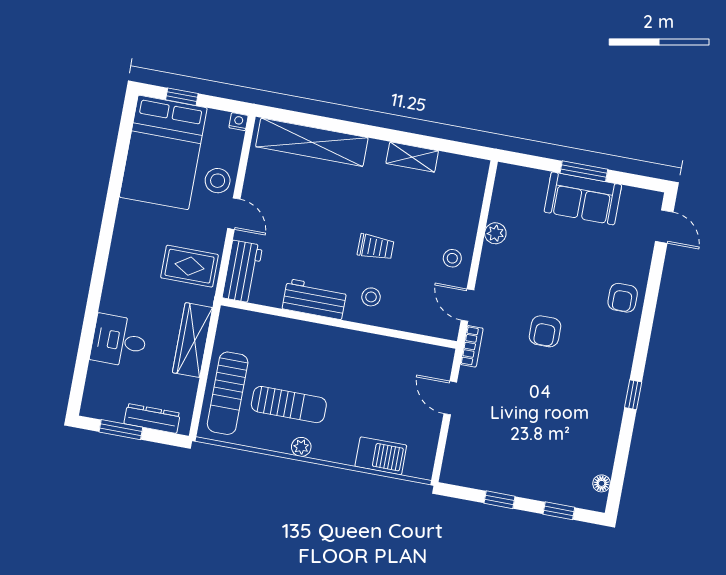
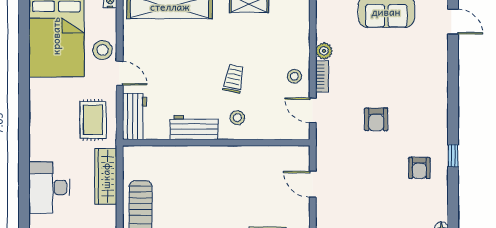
trolley: (376, 247) -> (234, 79), turned -79
rug: (190, 266) -> (93, 120), turned 90
armchair: (623, 298) -> (419, 168), moved
desk: (119, 341) -> (49, 187), width x1.37
bookcase: (472, 346) -> (322, 76), moved
sun lounger: (289, 405) -> (189, 212), removed

